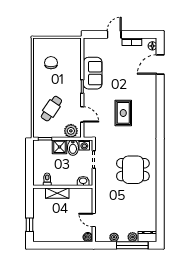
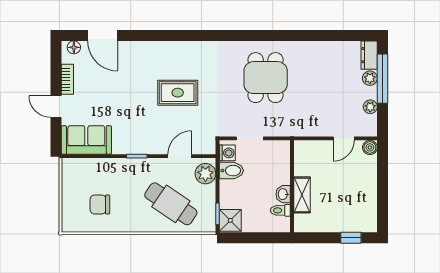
sofa: (93, 73) -> (86, 140), moved
cafe table: (51, 109) -> (171, 204), width x1.37, depth x1.35
shower: (60, 147) -> (230, 220), moved
washbasin: (83, 181) -> (283, 194), moved

